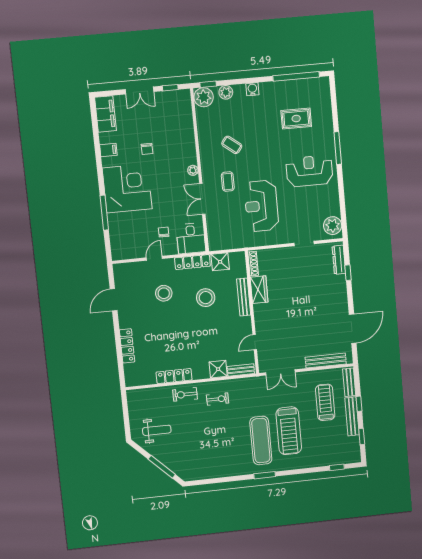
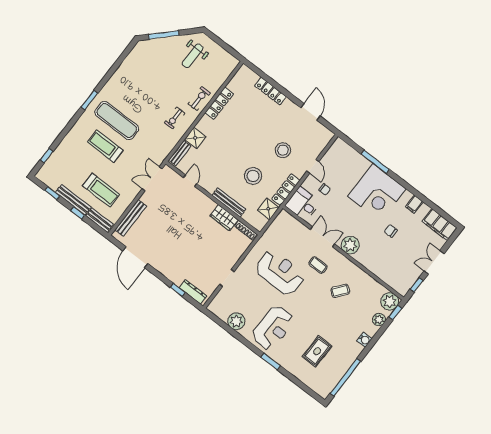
window: (338, 148) -> (271, 361), width x0.69
plant: (193, 170) -> (350, 245), width x1.88, depth x1.88
plant: (333, 226) -> (236, 321), moved
treadmill: (289, 431) -> (105, 146), width x0.73, depth x0.73

